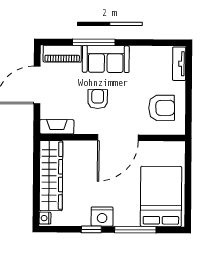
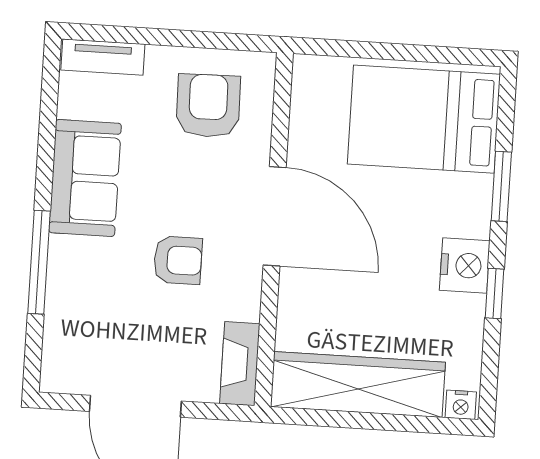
piano: (62, 54) -> (63, 340), removed
sofa: (106, 59) -> (85, 178), moved
armchair: (98, 99) -> (178, 260), turned 180
window: (135, 230) -> (501, 186), width x0.69

